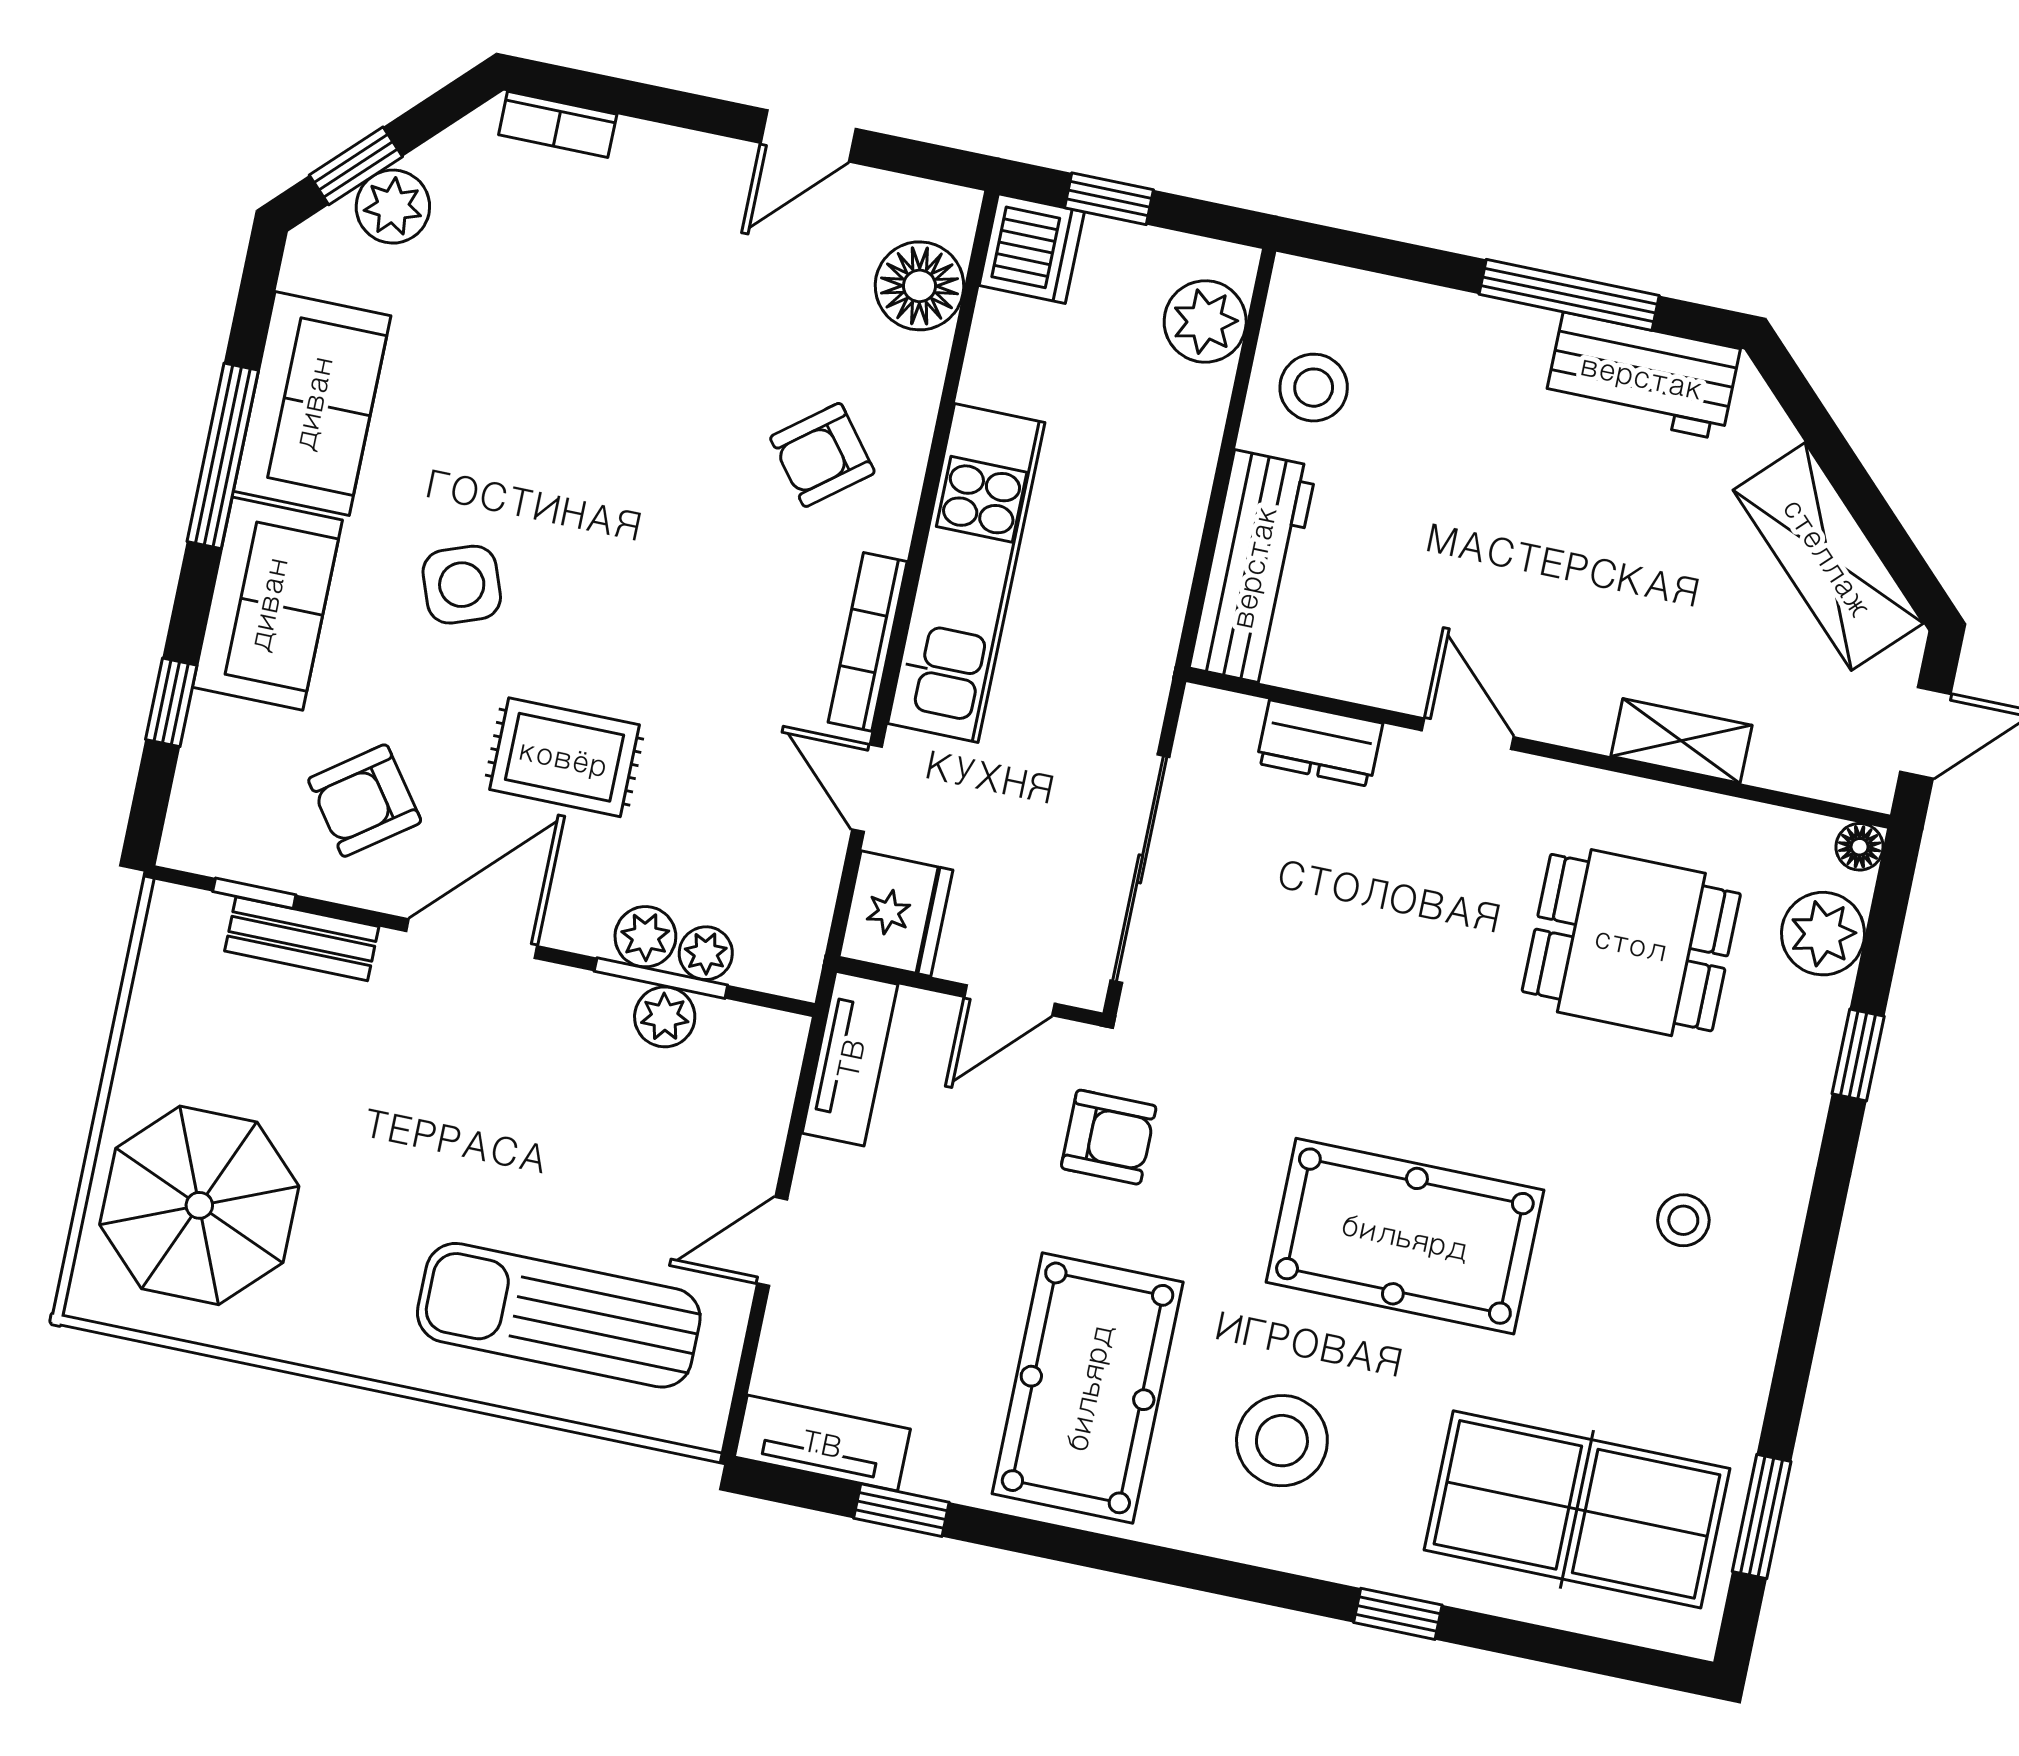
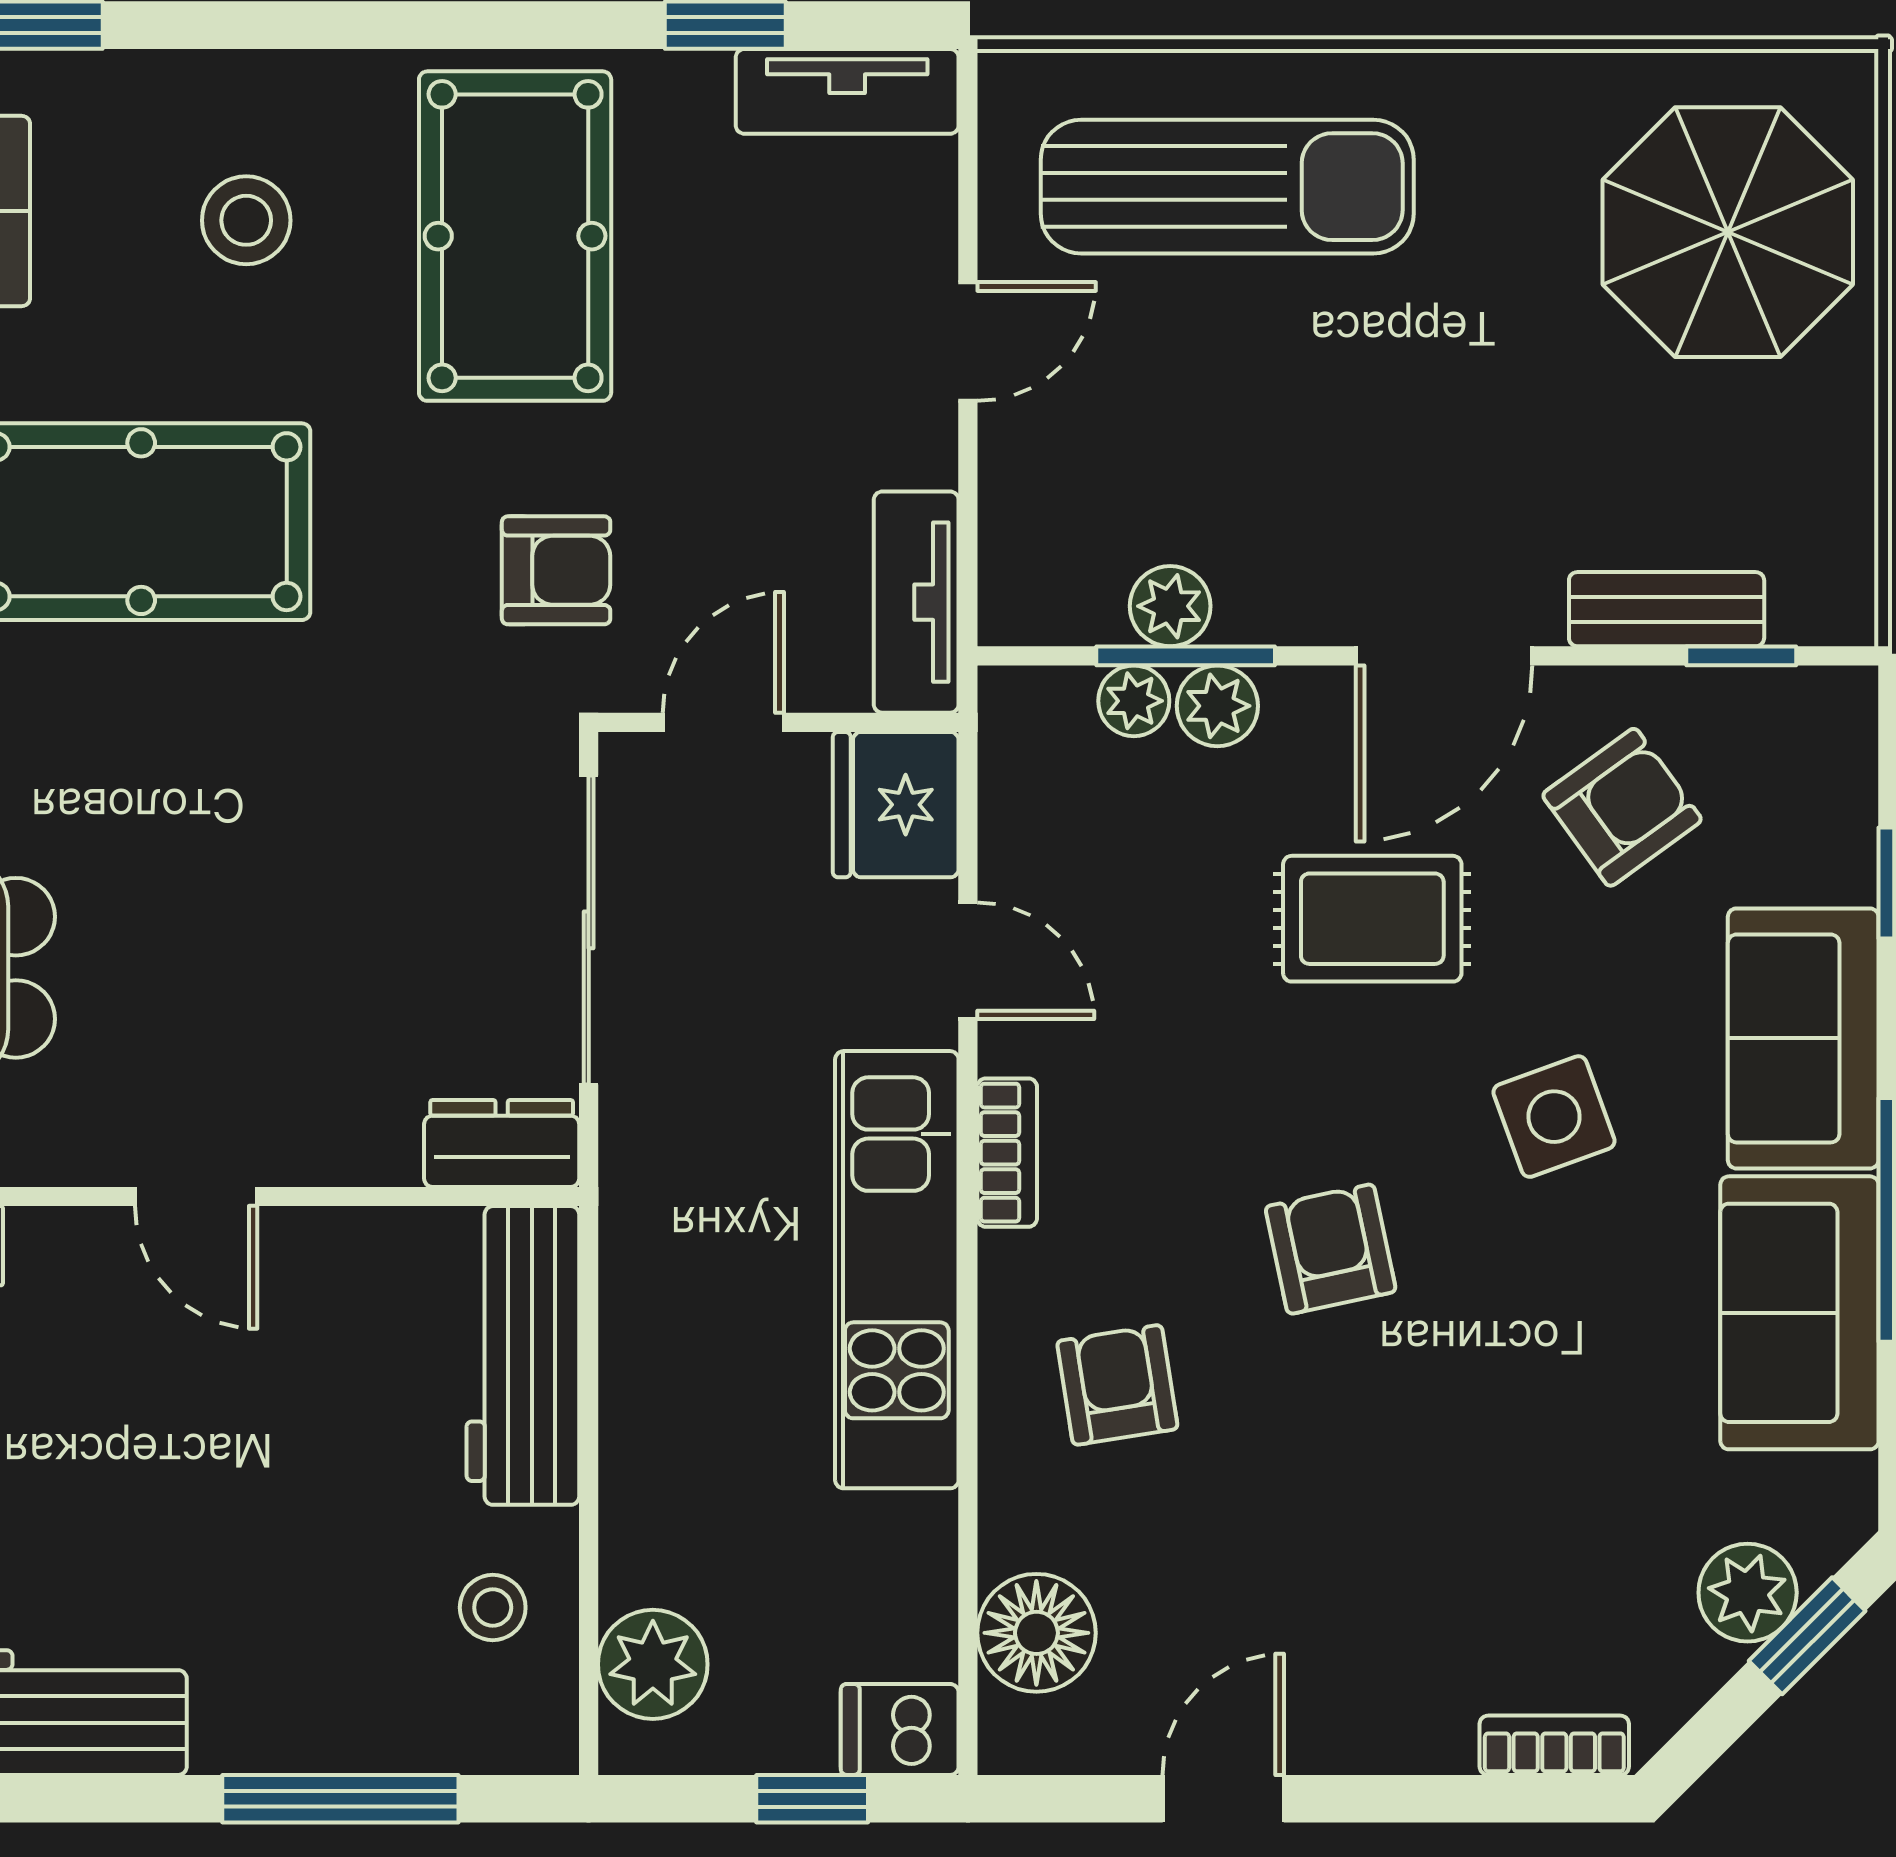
dishwasher: (1032, 249) -> (900, 1729), width x0.73
window: (1569, 295) -> (340, 1799), moved
stool: (1314, 388) -> (493, 1608), width x0.73, depth x0.73
armchair: (822, 455) -> (1117, 1385), turned -61
armchair: (646, 522) -> (1331, 1249), added
bookcase: (868, 642) -> (1007, 1153), width x0.64
dresser: (1320, 743) -> (502, 1143), moved
armchair: (1109, 1137) -> (556, 570), turned 180
stool: (1282, 1441) -> (246, 220), width x0.73, depth x0.73

